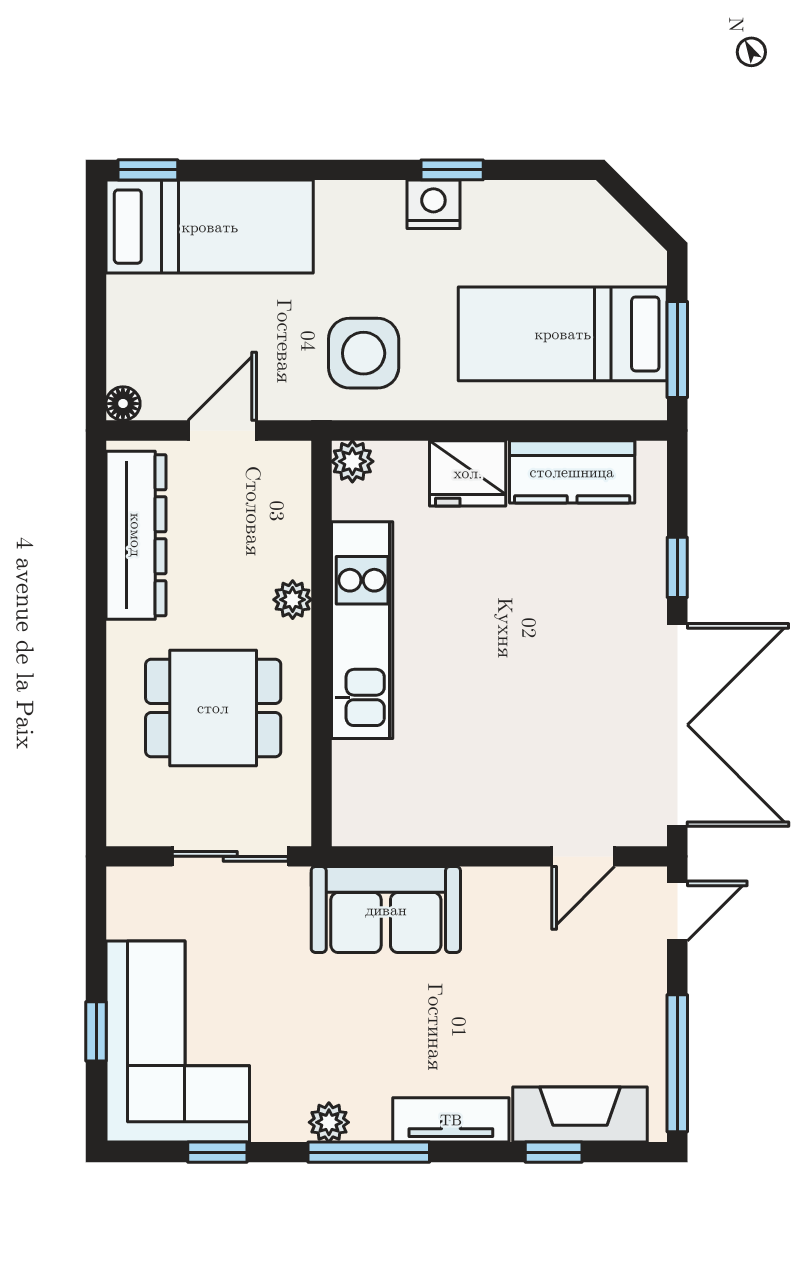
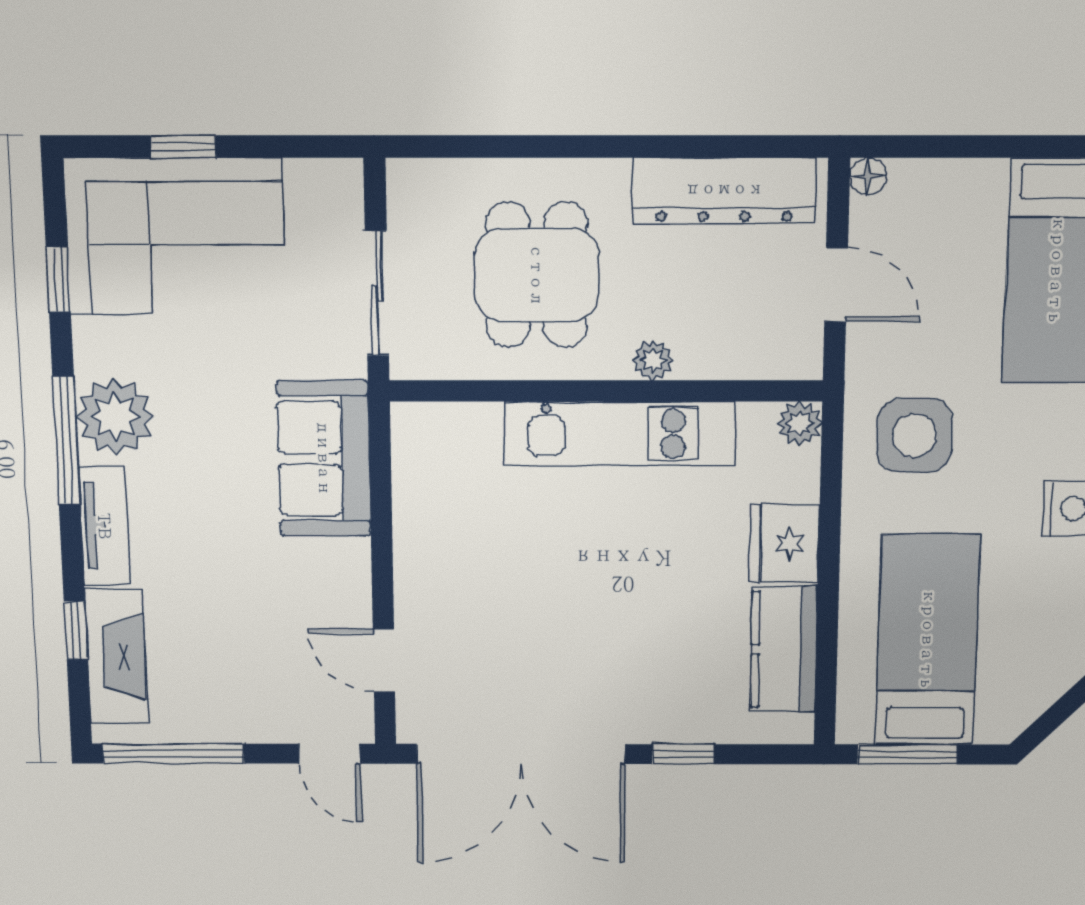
plant: (329, 1122) -> (115, 417), width x1.88, depth x1.88

